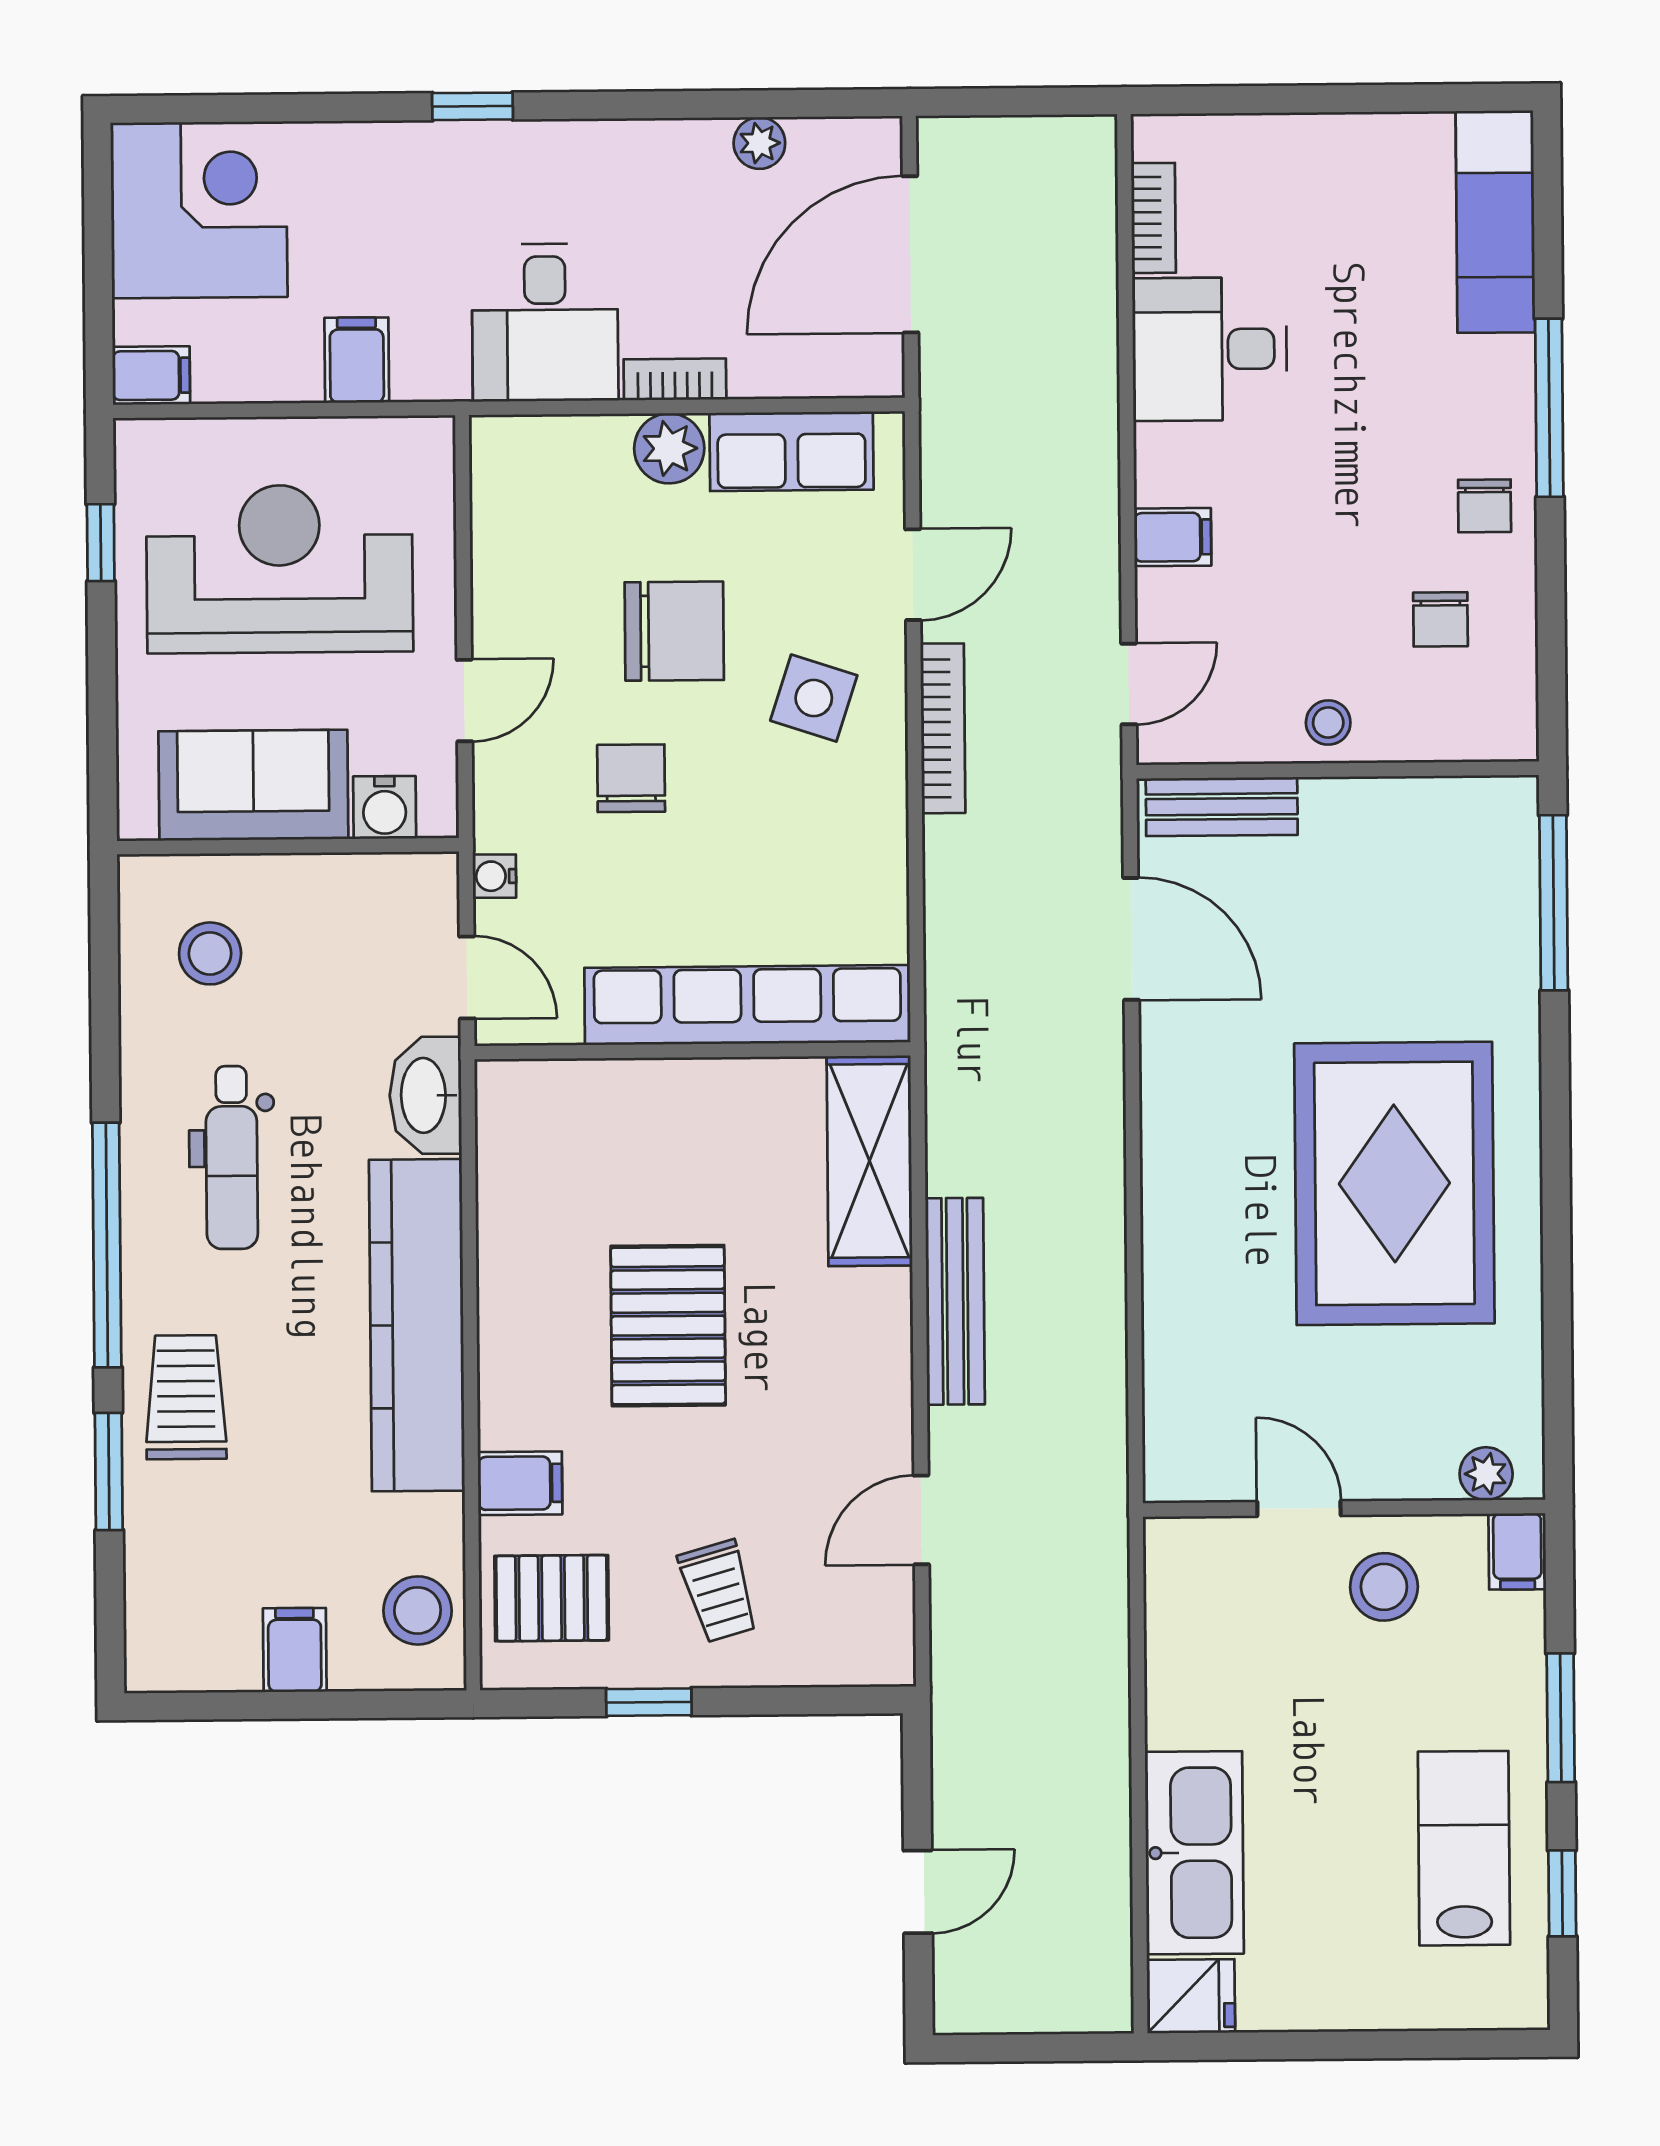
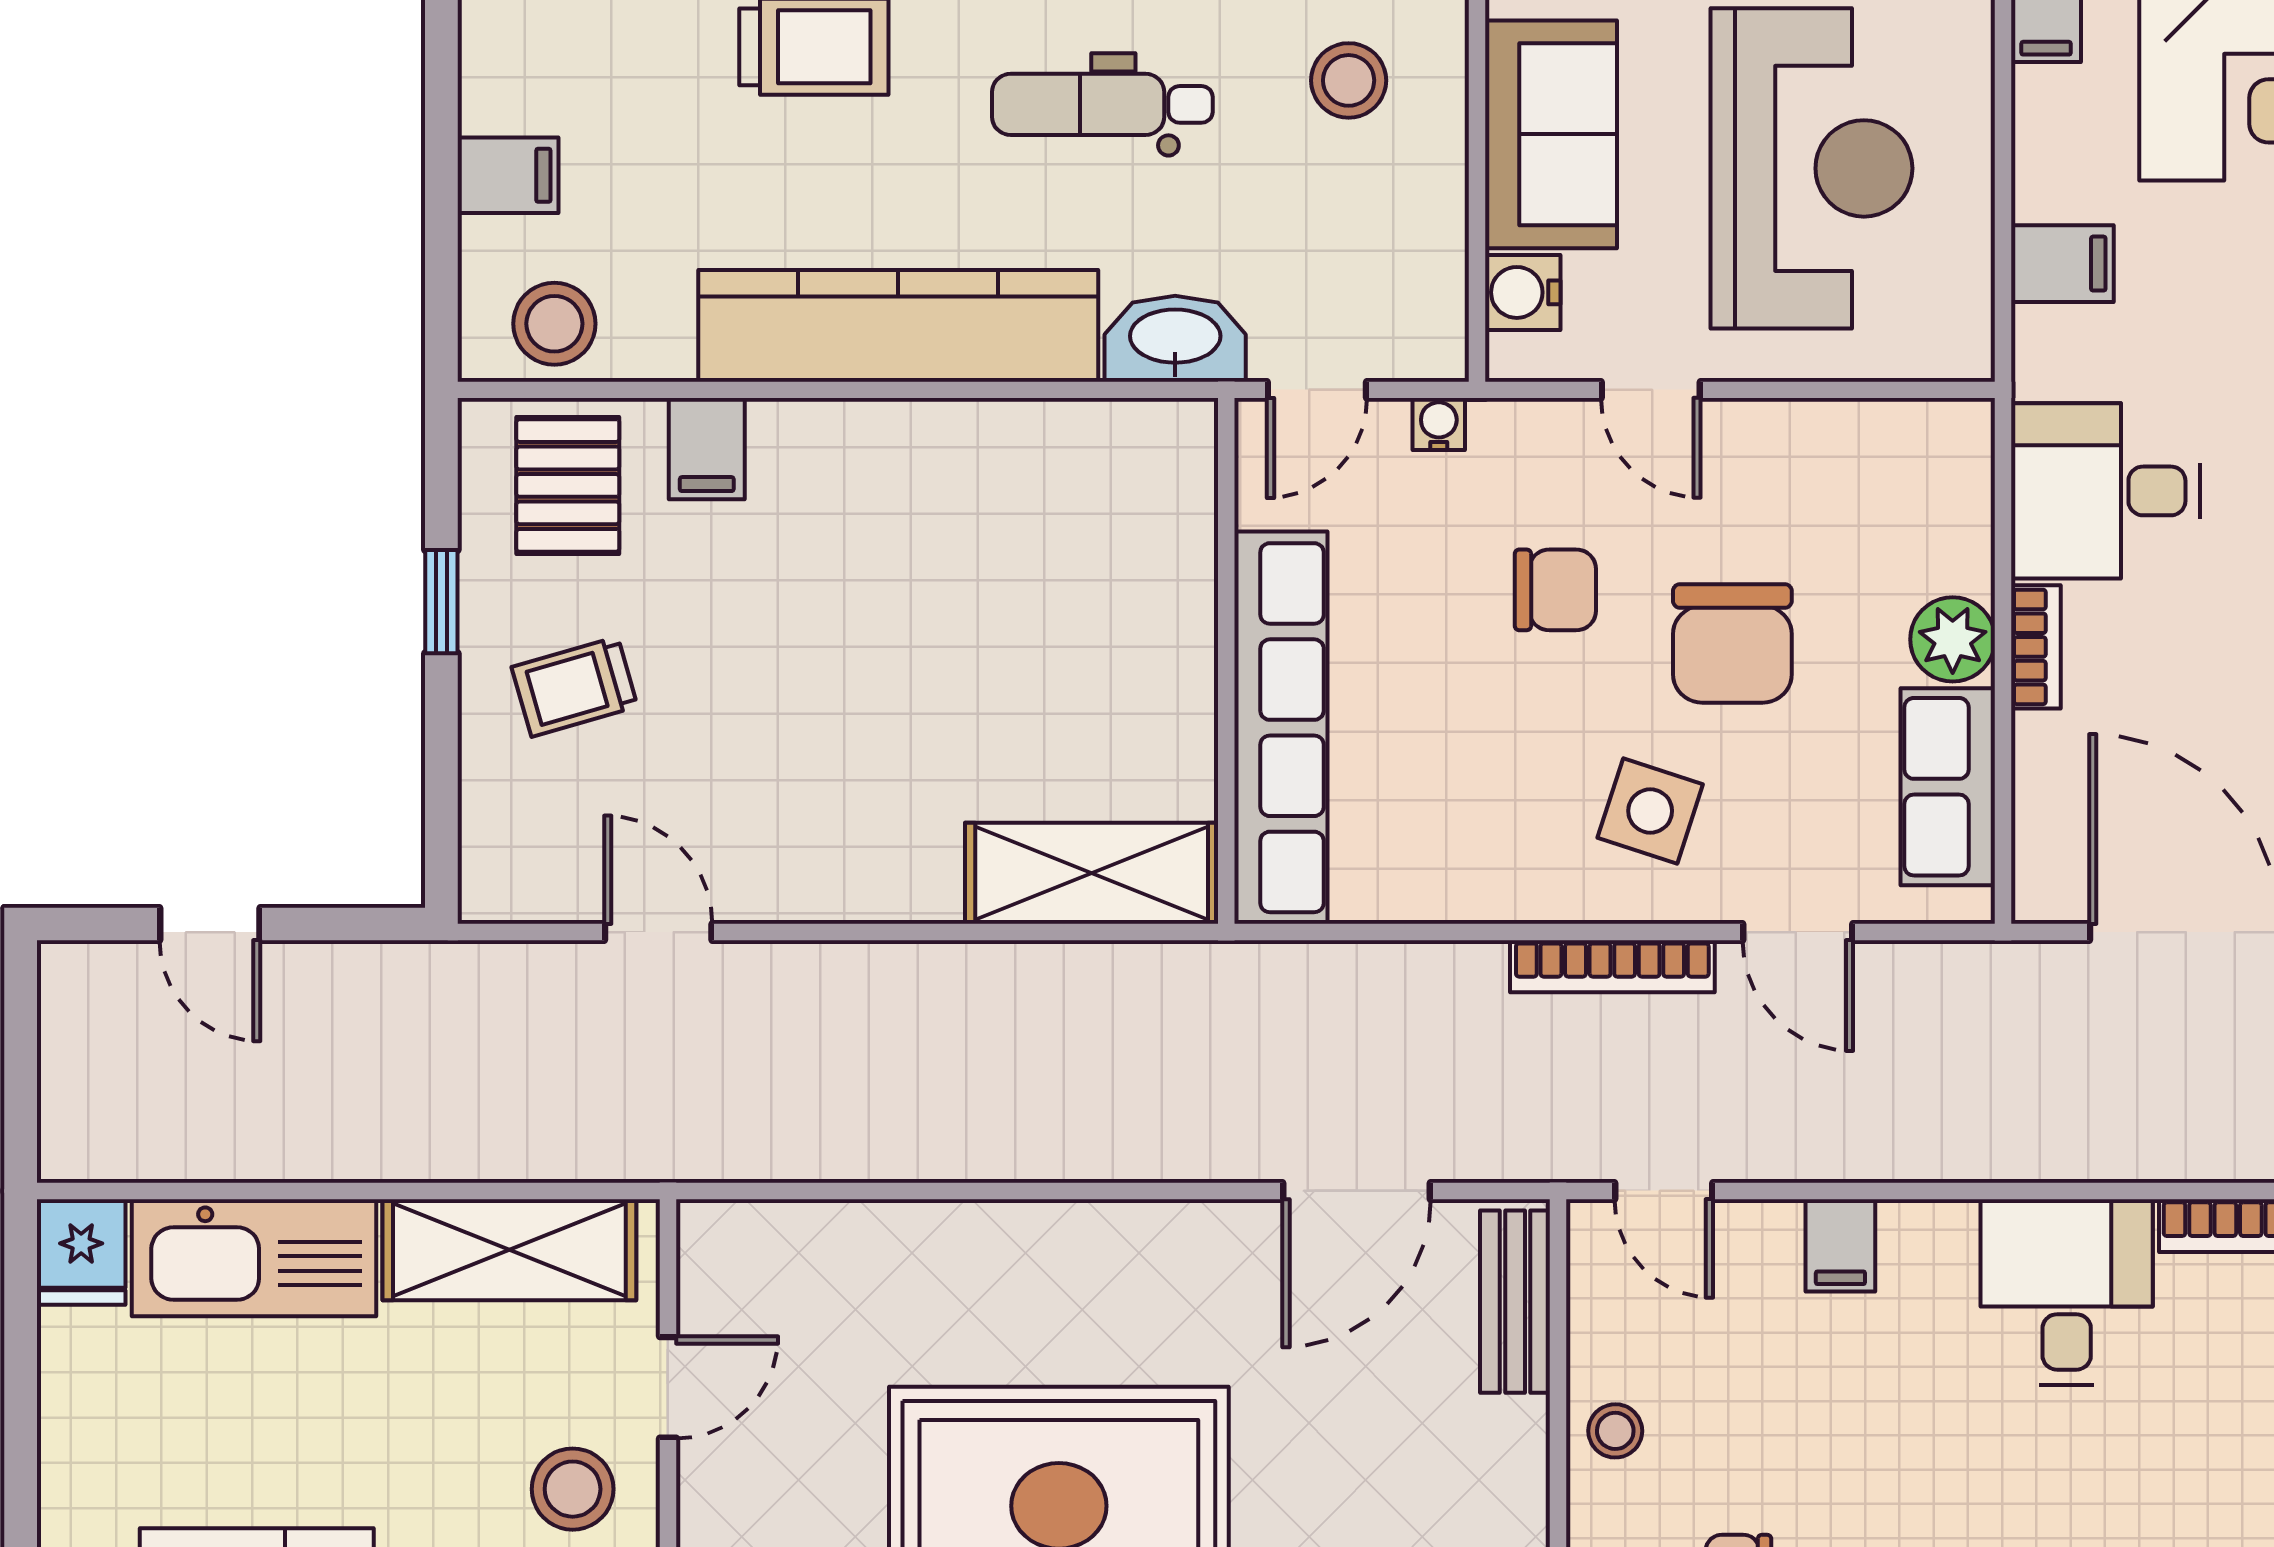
bench: (955, 1301) -> (921, 975), removed
pallet: (668, 1326) -> (895, 629), removed
shelving: (1186, 1641) -> (509, 1250), added

